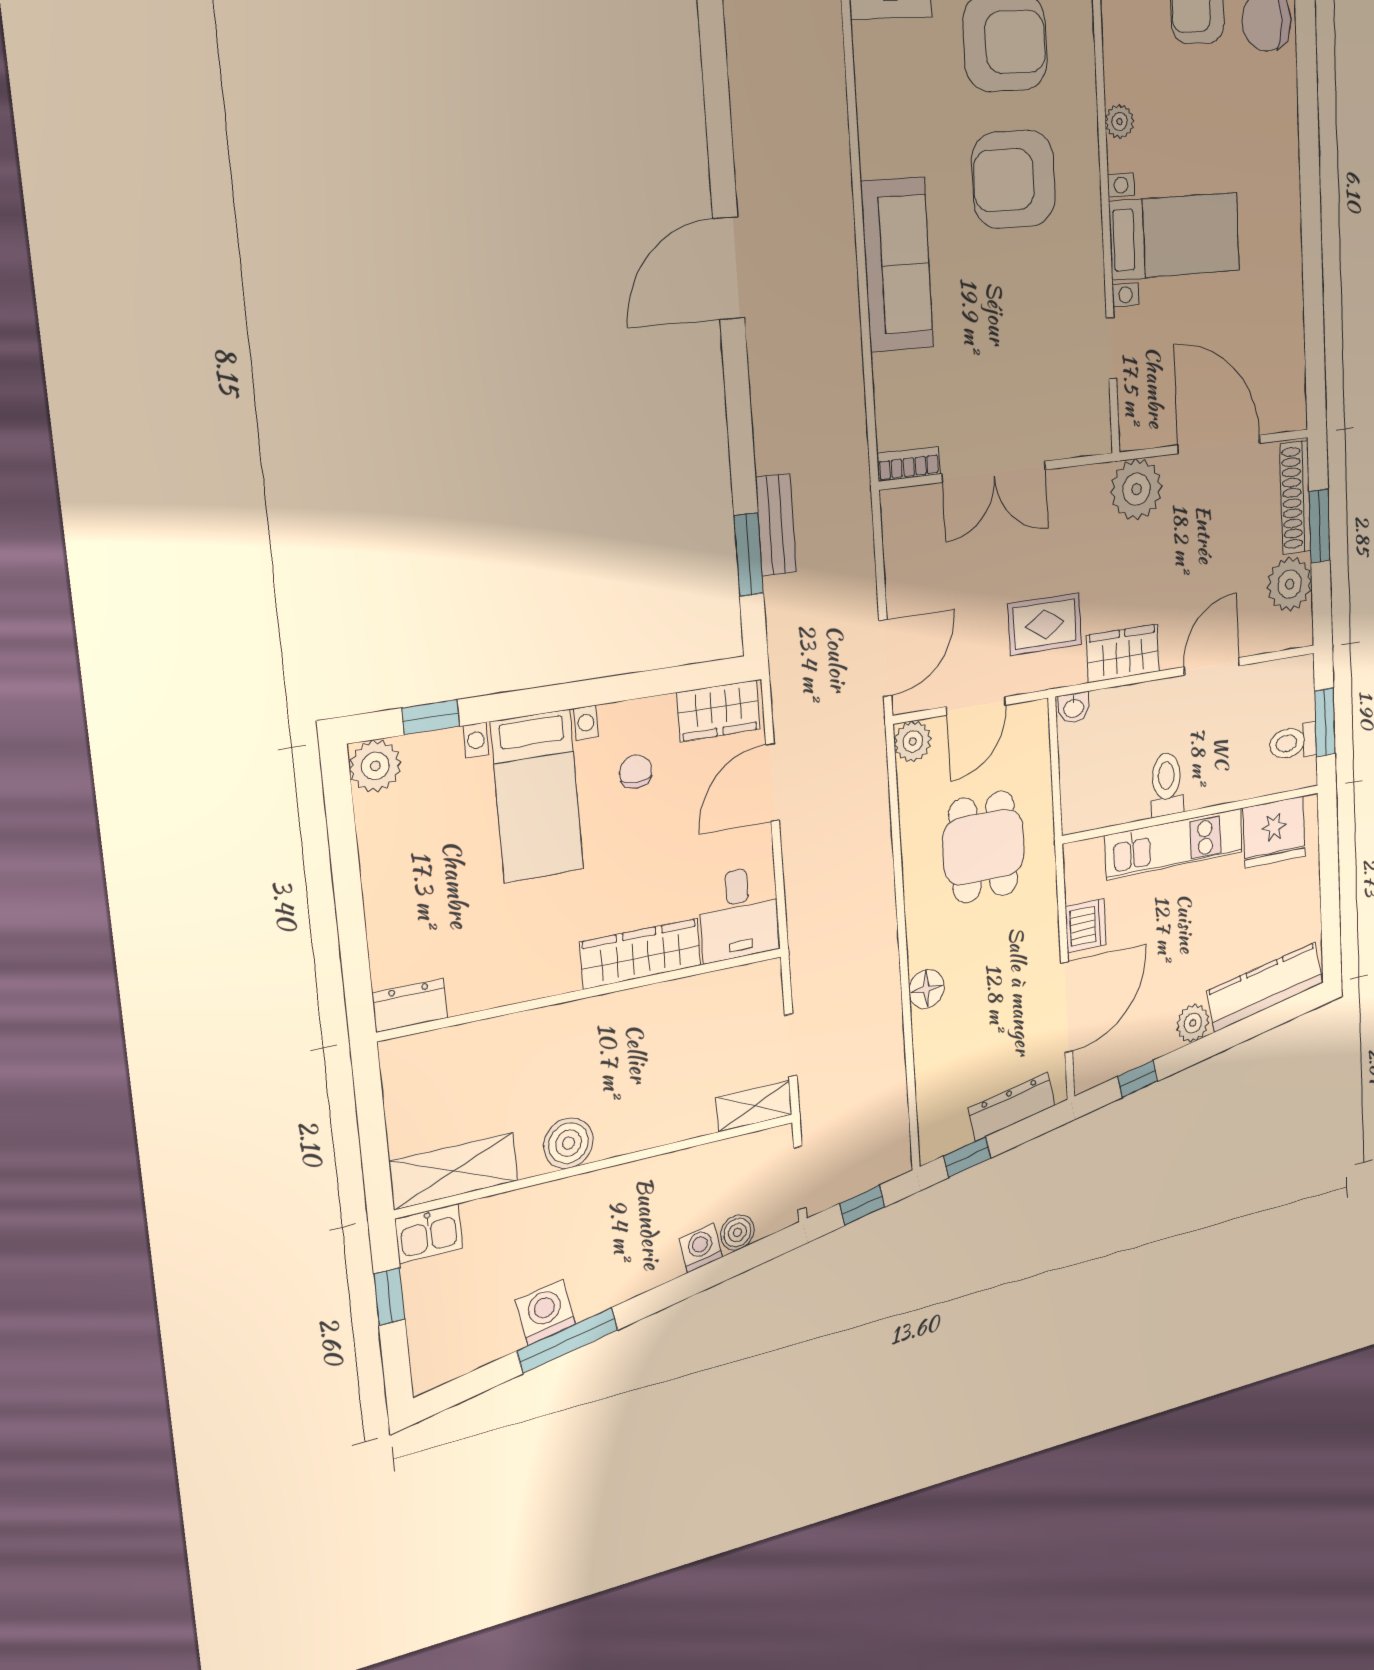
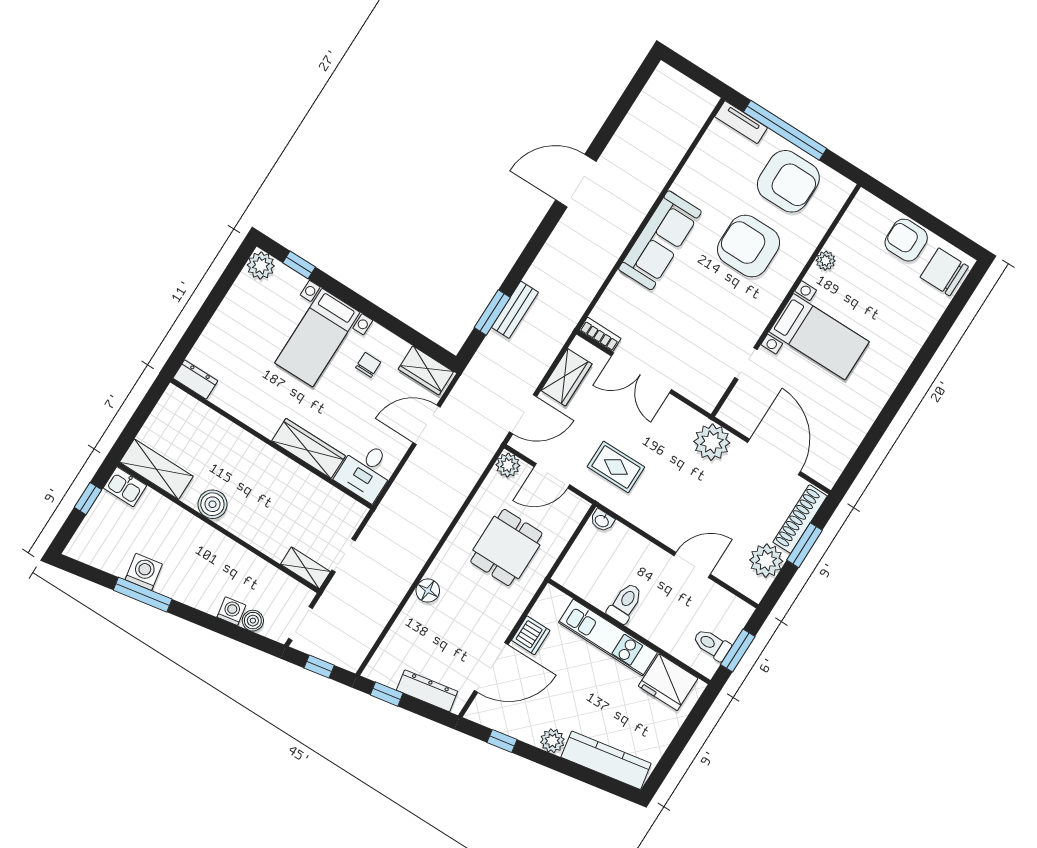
wardrobe: (1123, 653) -> (566, 377), moved, turned 90

